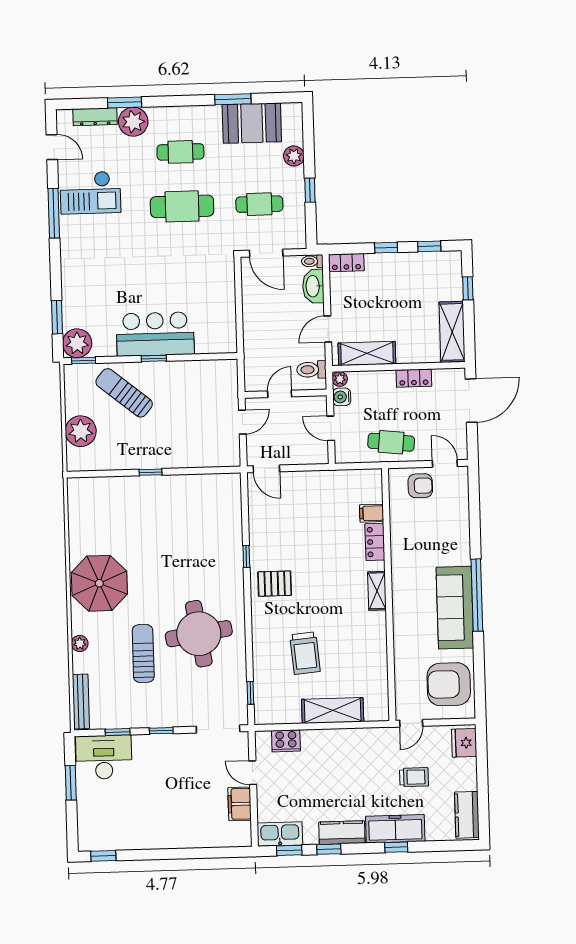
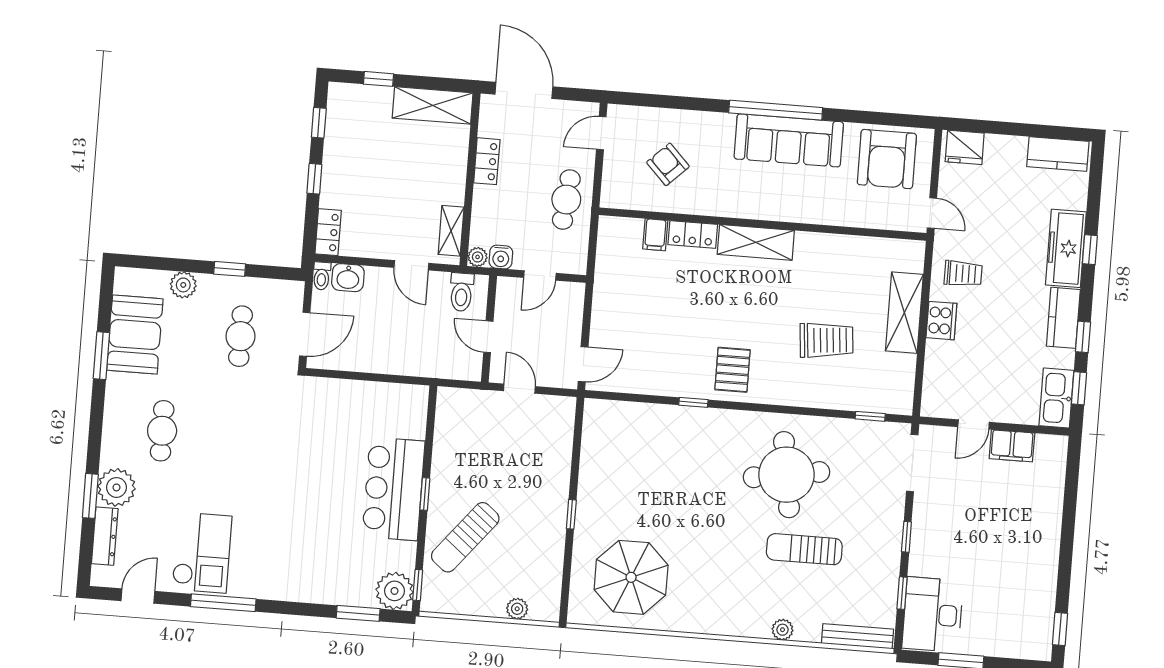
cafe table: (182, 206) -> (233, 436), removed
washbasin: (313, 286) -> (348, 278), width x0.72
shelving: (367, 353) -> (451, 231), width x0.67, depth x0.75
plant: (81, 431) -> (517, 609), width x0.53, depth x0.53
armchair: (420, 486) -> (668, 164), moved, turned -44
parasol: (99, 583) -> (631, 577), moved
shelving: (377, 591) -> (756, 242), width x1.50, depth x1.33
cooker: (286, 741) -> (941, 321), moved
trolley: (414, 777) -> (963, 274), moved, turned 90

